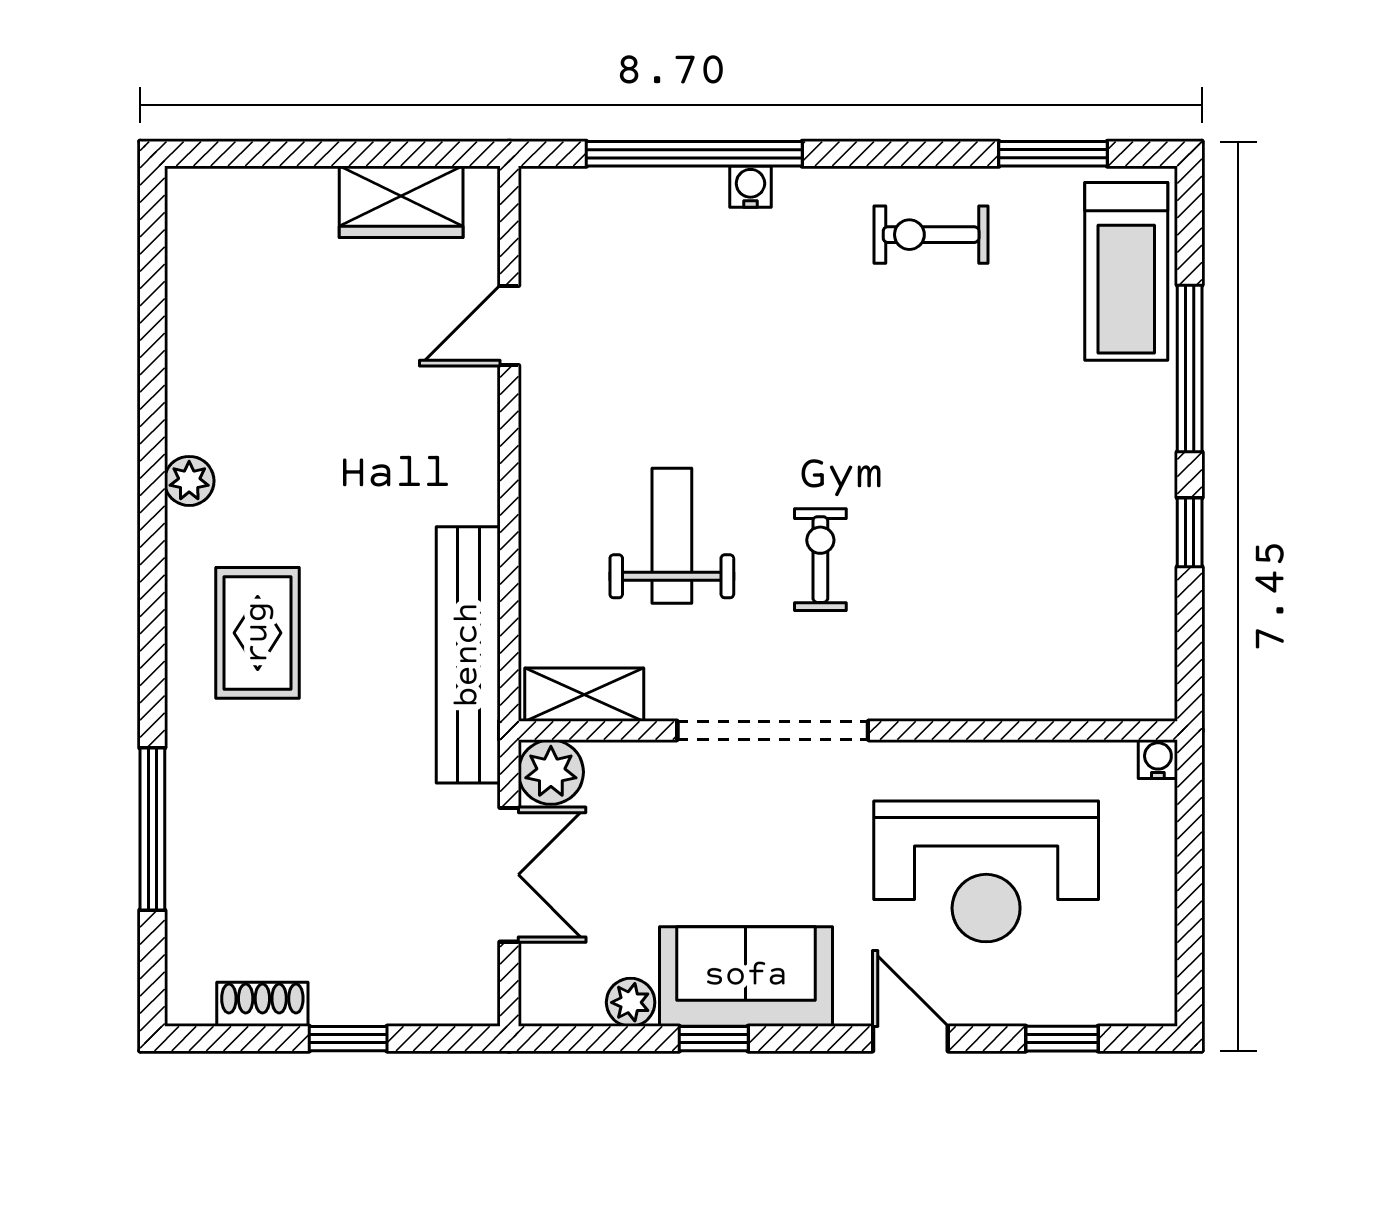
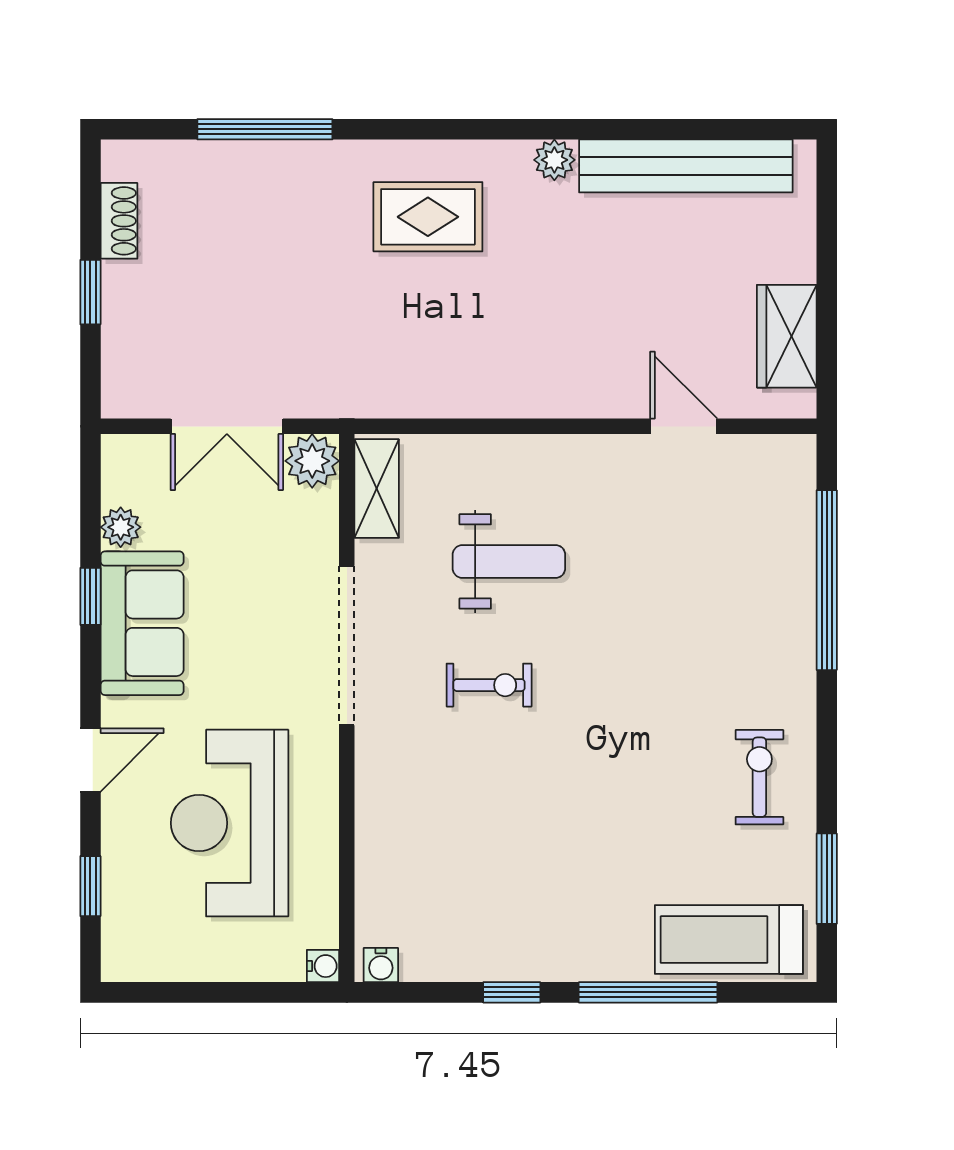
water cooler: (750, 187) -> (381, 965), moved, turned 90
bench: (468, 655) -> (686, 166), moved

